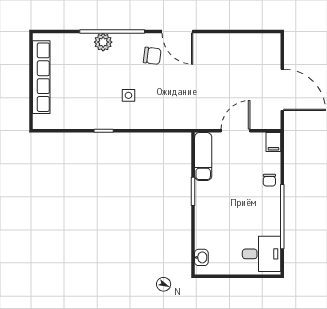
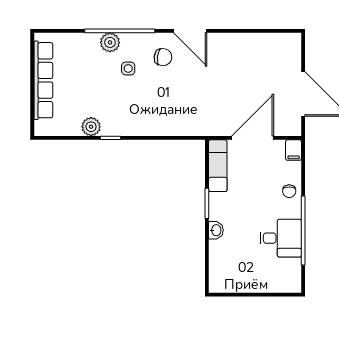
side table: (128, 95) -> (128, 68), moved
plant: (86, 120) -> (91, 127), added
door: (235, 131) -> (253, 138), width x1.36
desk: (262, 254) -> (281, 238), moved
washbasin: (201, 257) -> (216, 230), moved

